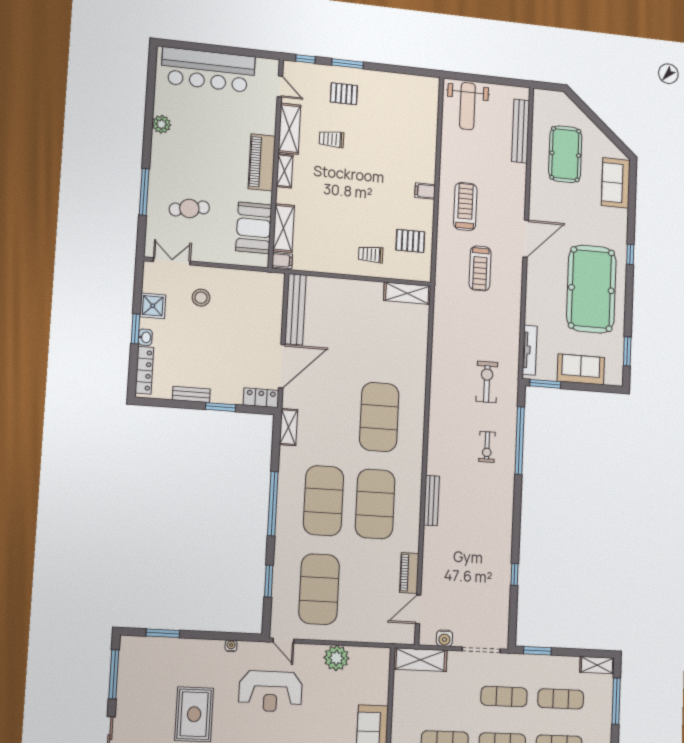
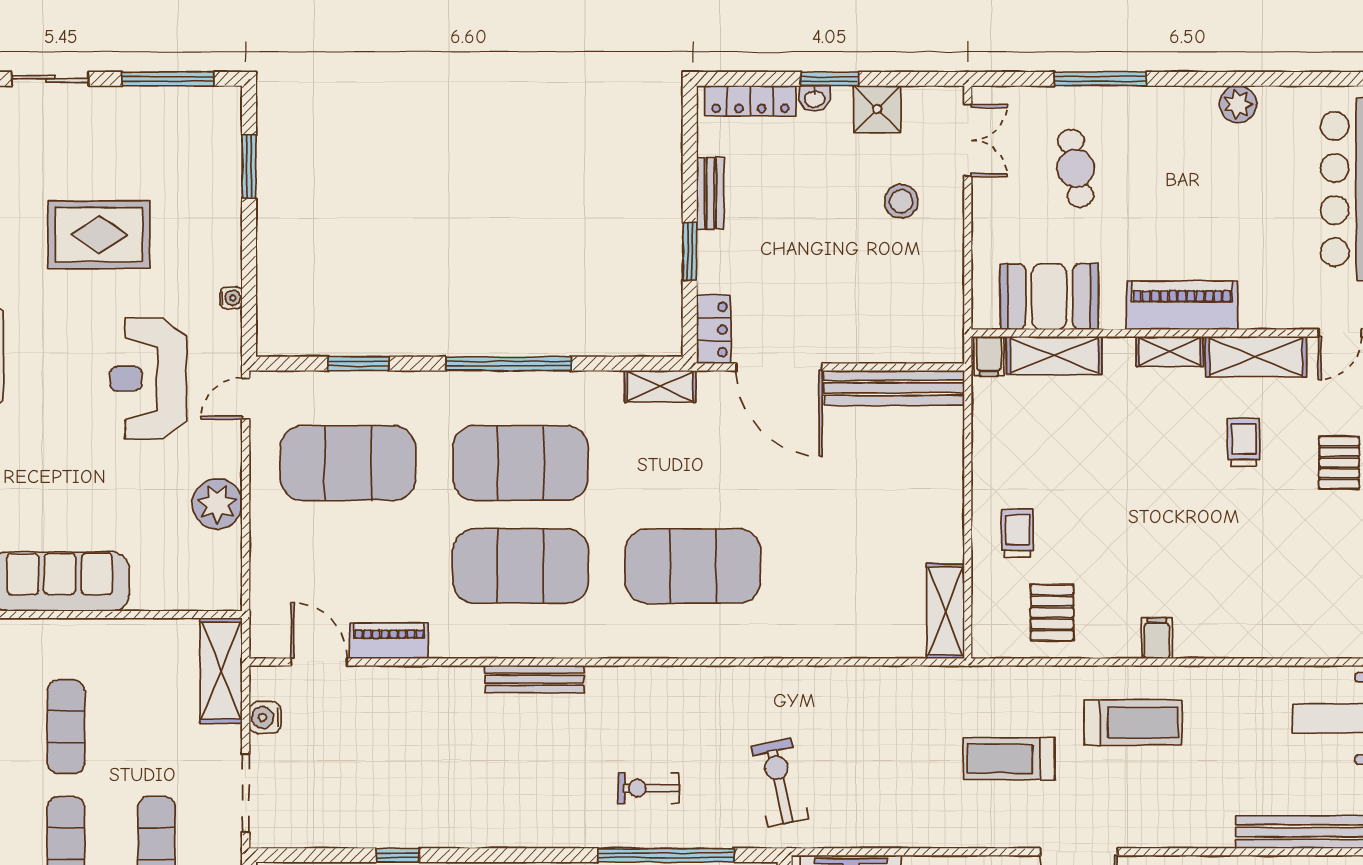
exercise bike: (487, 382) -> (779, 782), turned -102

